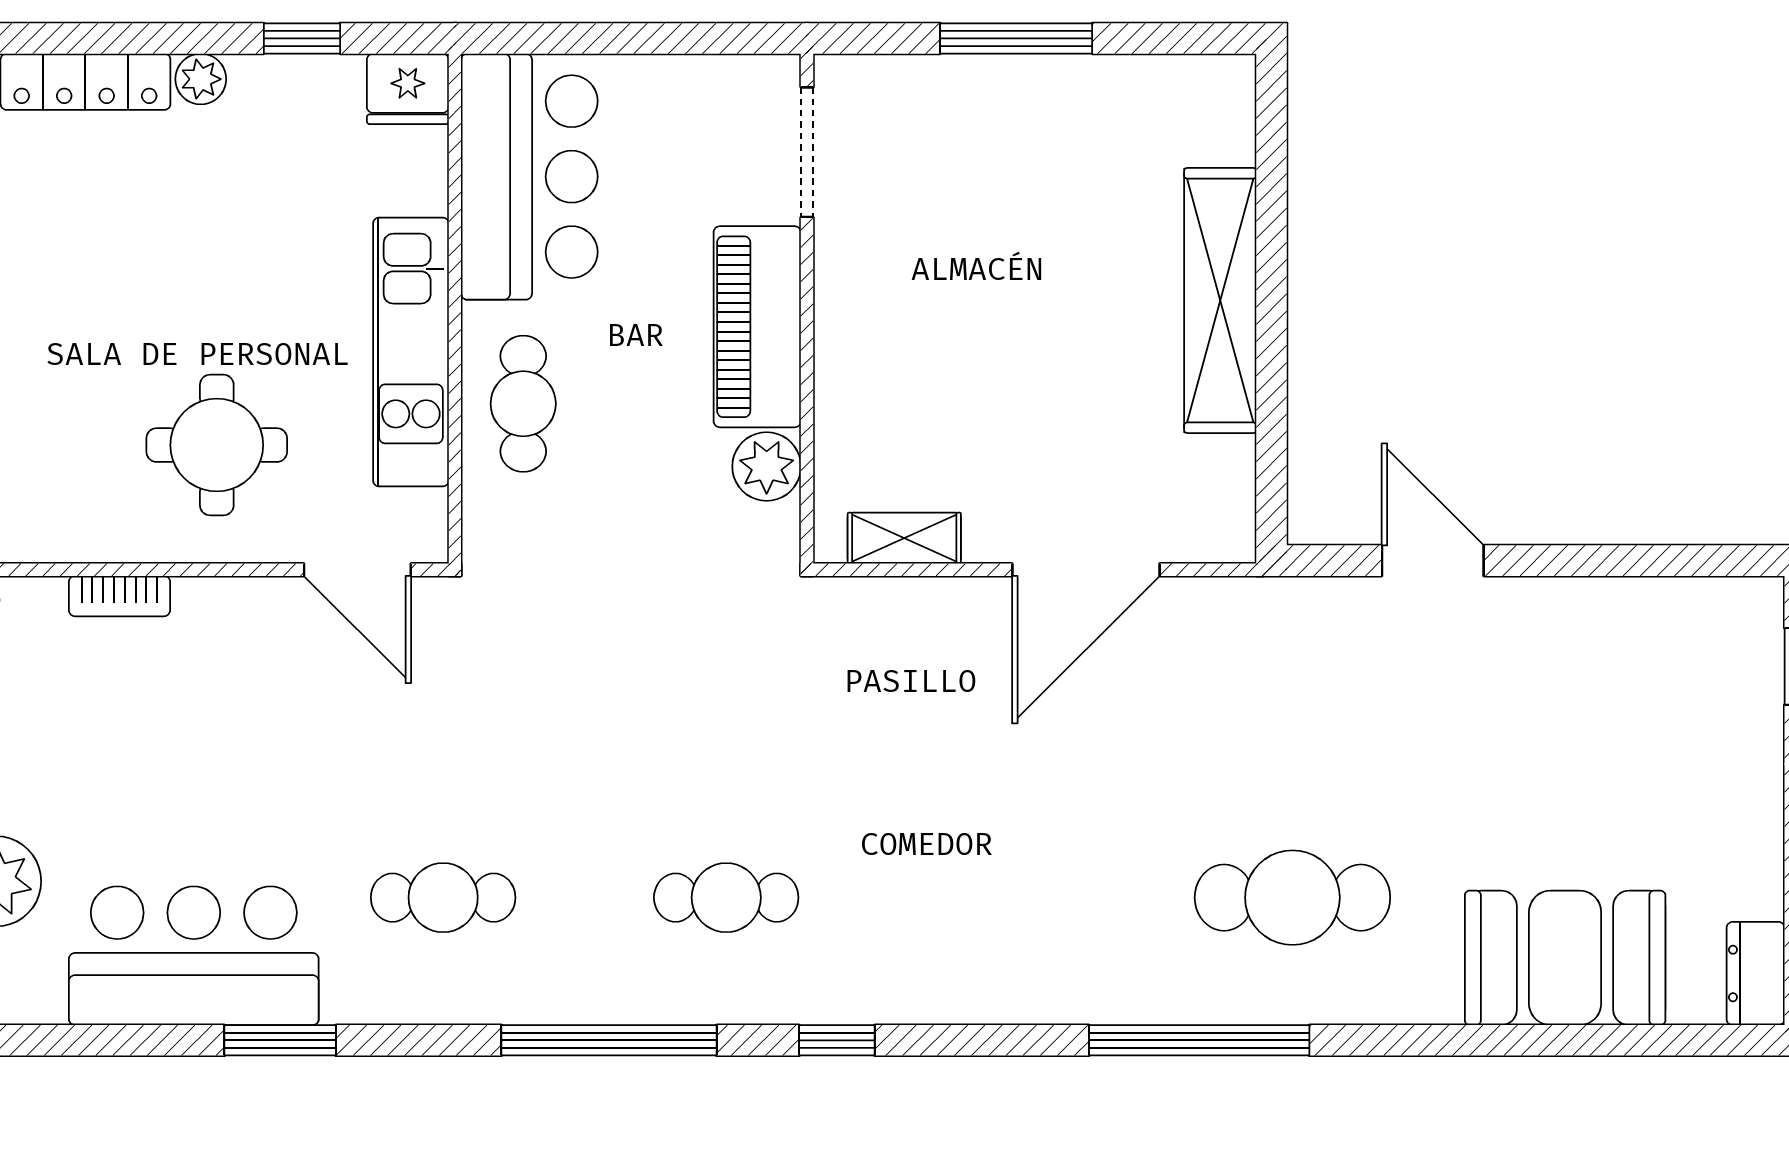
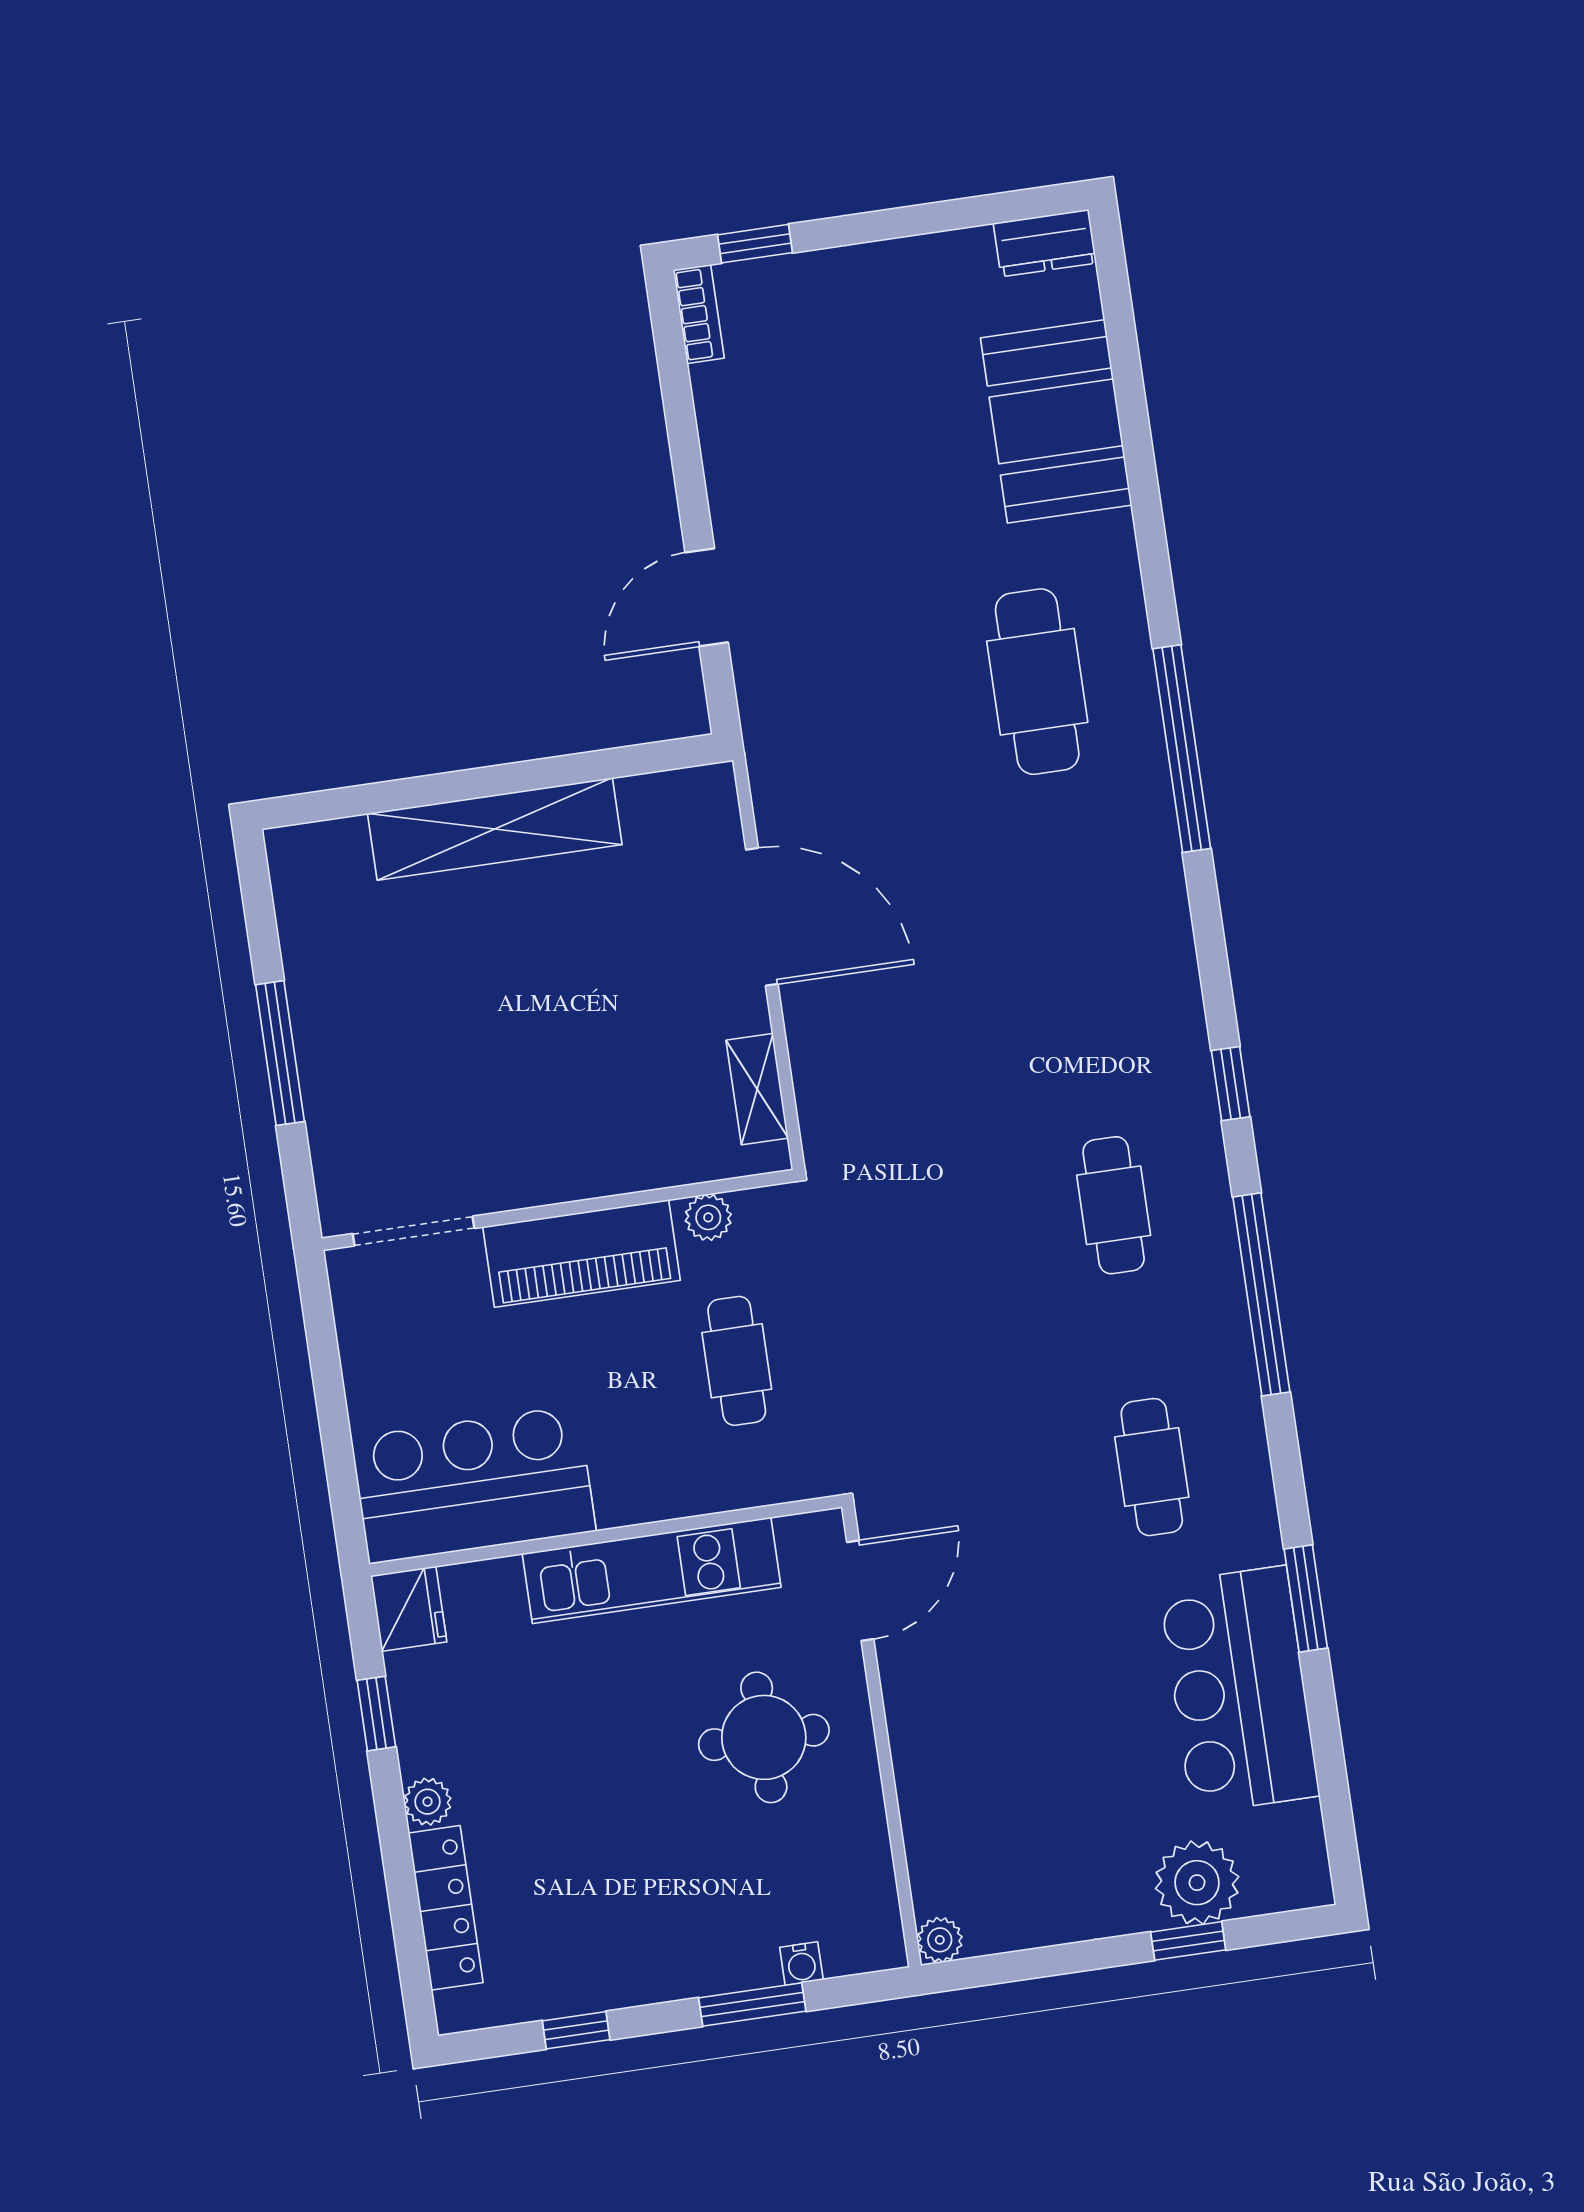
cafe table: (523, 404) -> (737, 1361), moved, turned 90
plant: (767, 467) -> (708, 1217), width x0.73, depth x0.73
bookcase: (119, 596) -> (699, 314), moved

